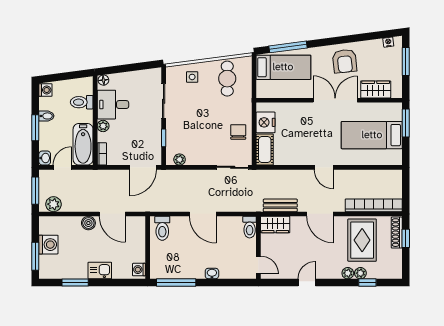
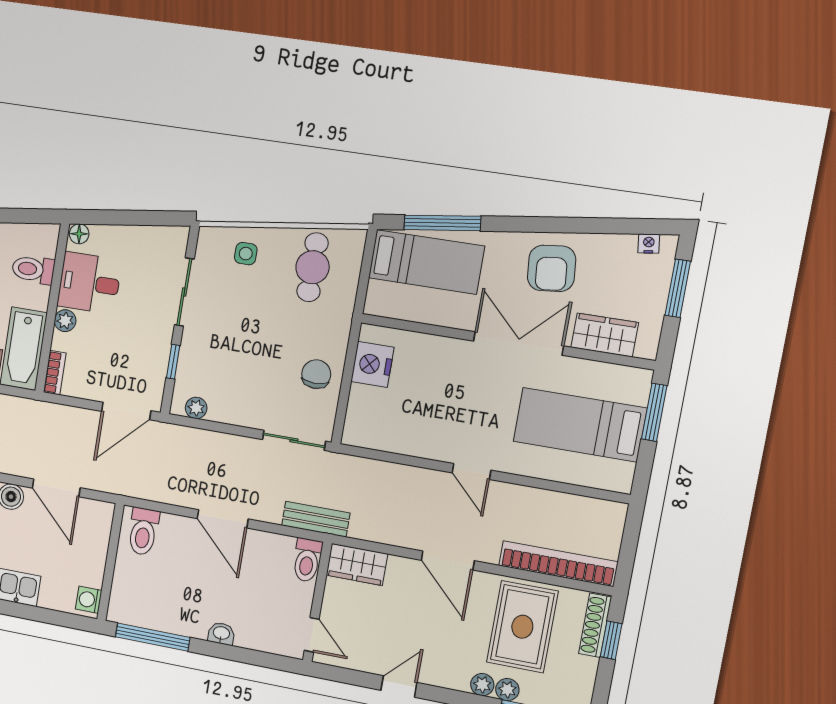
cot: (265, 150) -> (362, 417), removed
bench: (280, 205) -> (316, 519), moved

